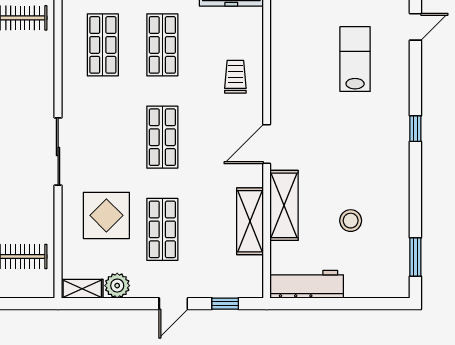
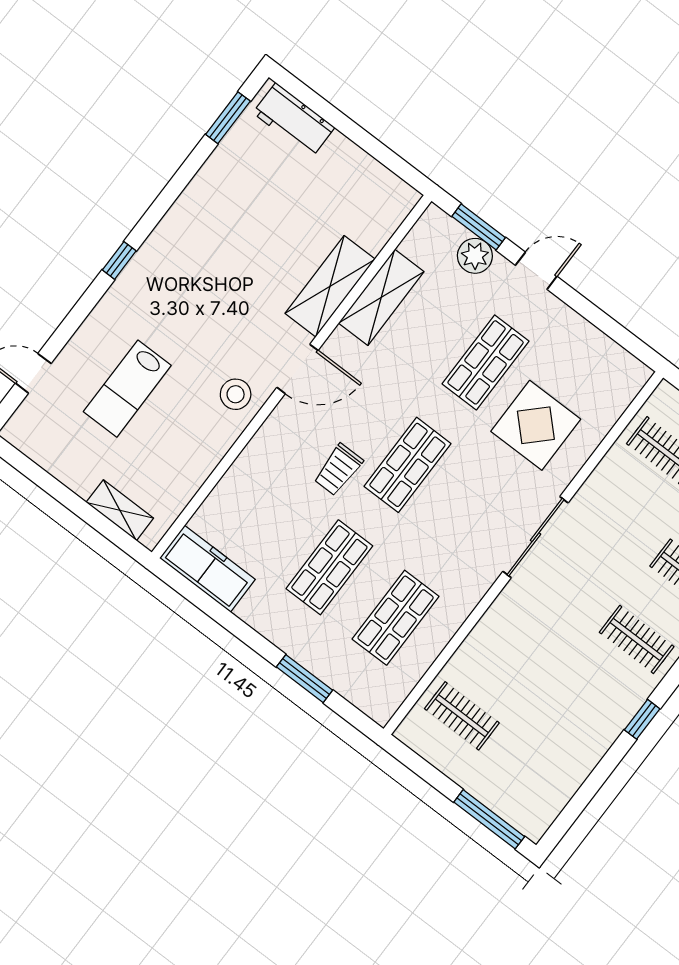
trolley: (235, 77) -> (338, 470), moved
stool: (351, 221) -> (236, 394), moved
workbench: (307, 284) -> (294, 120), moved, width x0.73
plant: (117, 286) -> (475, 256), moved
shelving: (82, 289) -> (625, 364), removed
window: (225, 304) -> (479, 227), width x1.50

